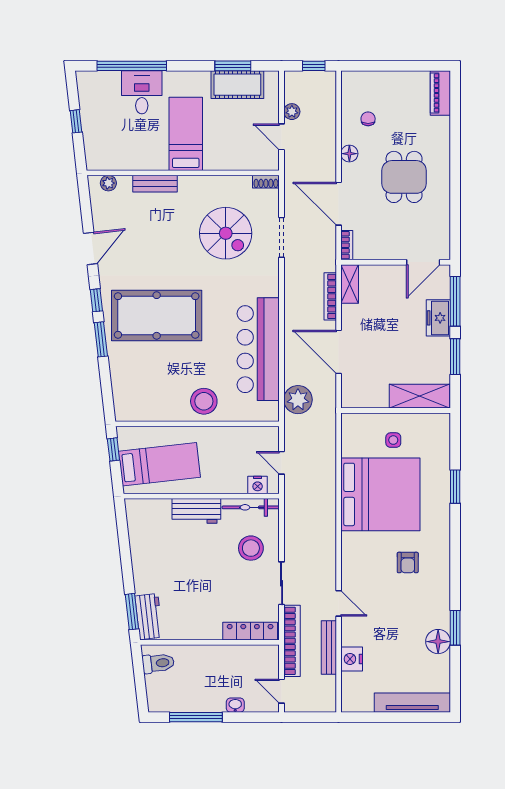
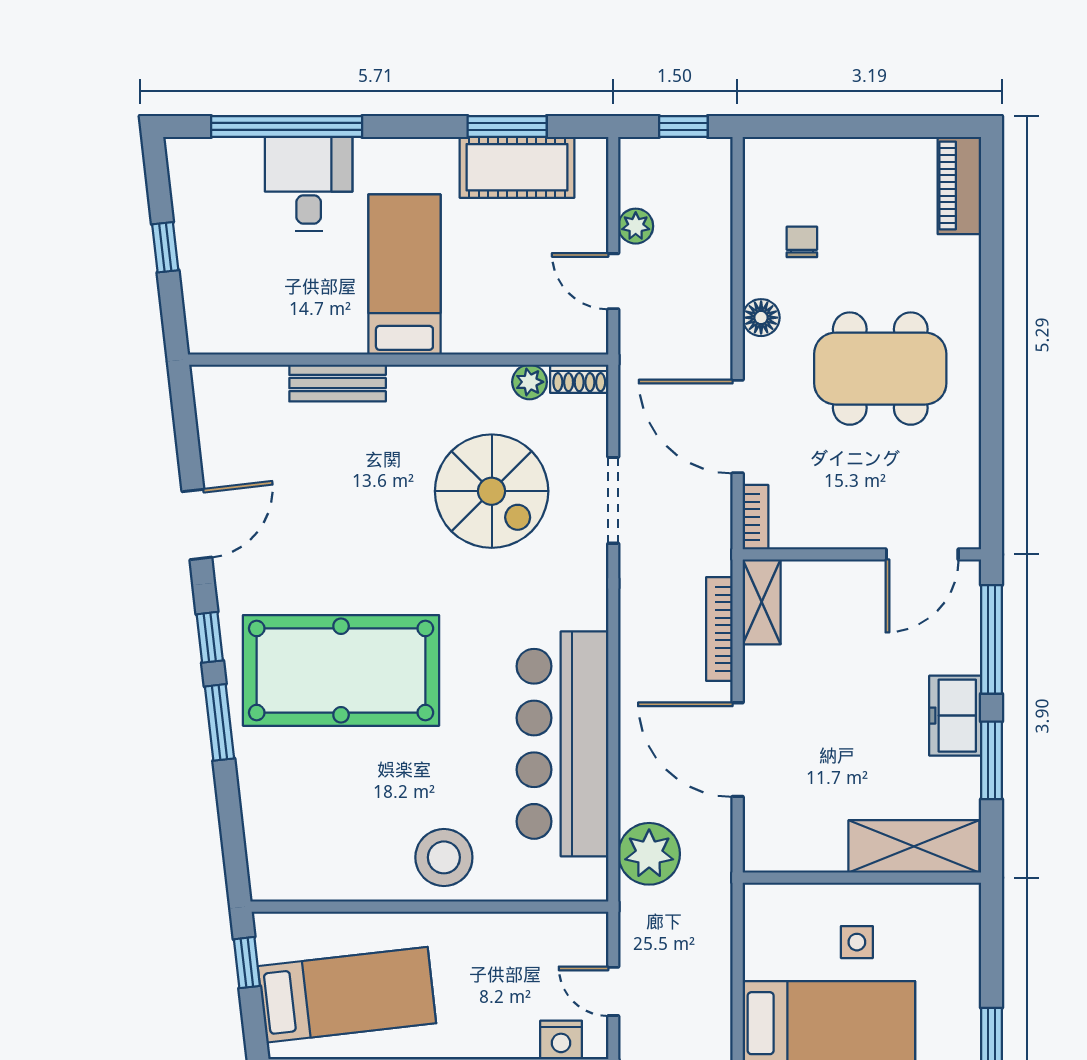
dining table: (404, 177) -> (880, 369), width x1.38
plant: (108, 183) -> (530, 382), moved
freezer: (438, 318) -> (955, 716), moved

